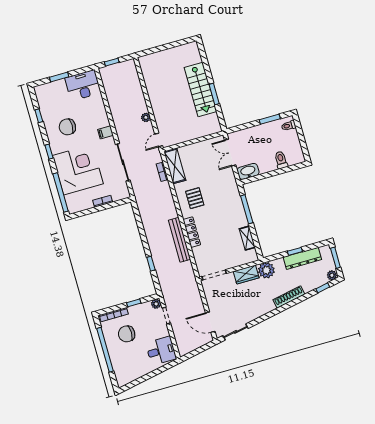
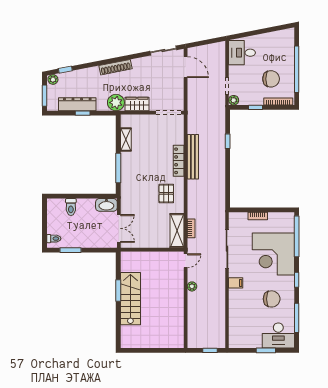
desk: (83, 85) -> (278, 335), moved
window: (39, 116) -> (297, 318), width x2.17
shoe rack: (289, 297) -> (116, 67), moved

